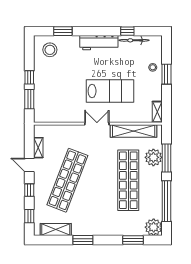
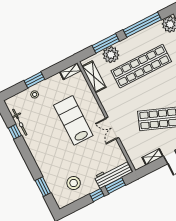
workbench: (99, 43) -> (113, 174), moved, turned -90
stool: (50, 50) -> (74, 183), moved
double door: (97, 124) -> (112, 128), moved
shelving: (134, 131) -> (94, 77), width x0.68

